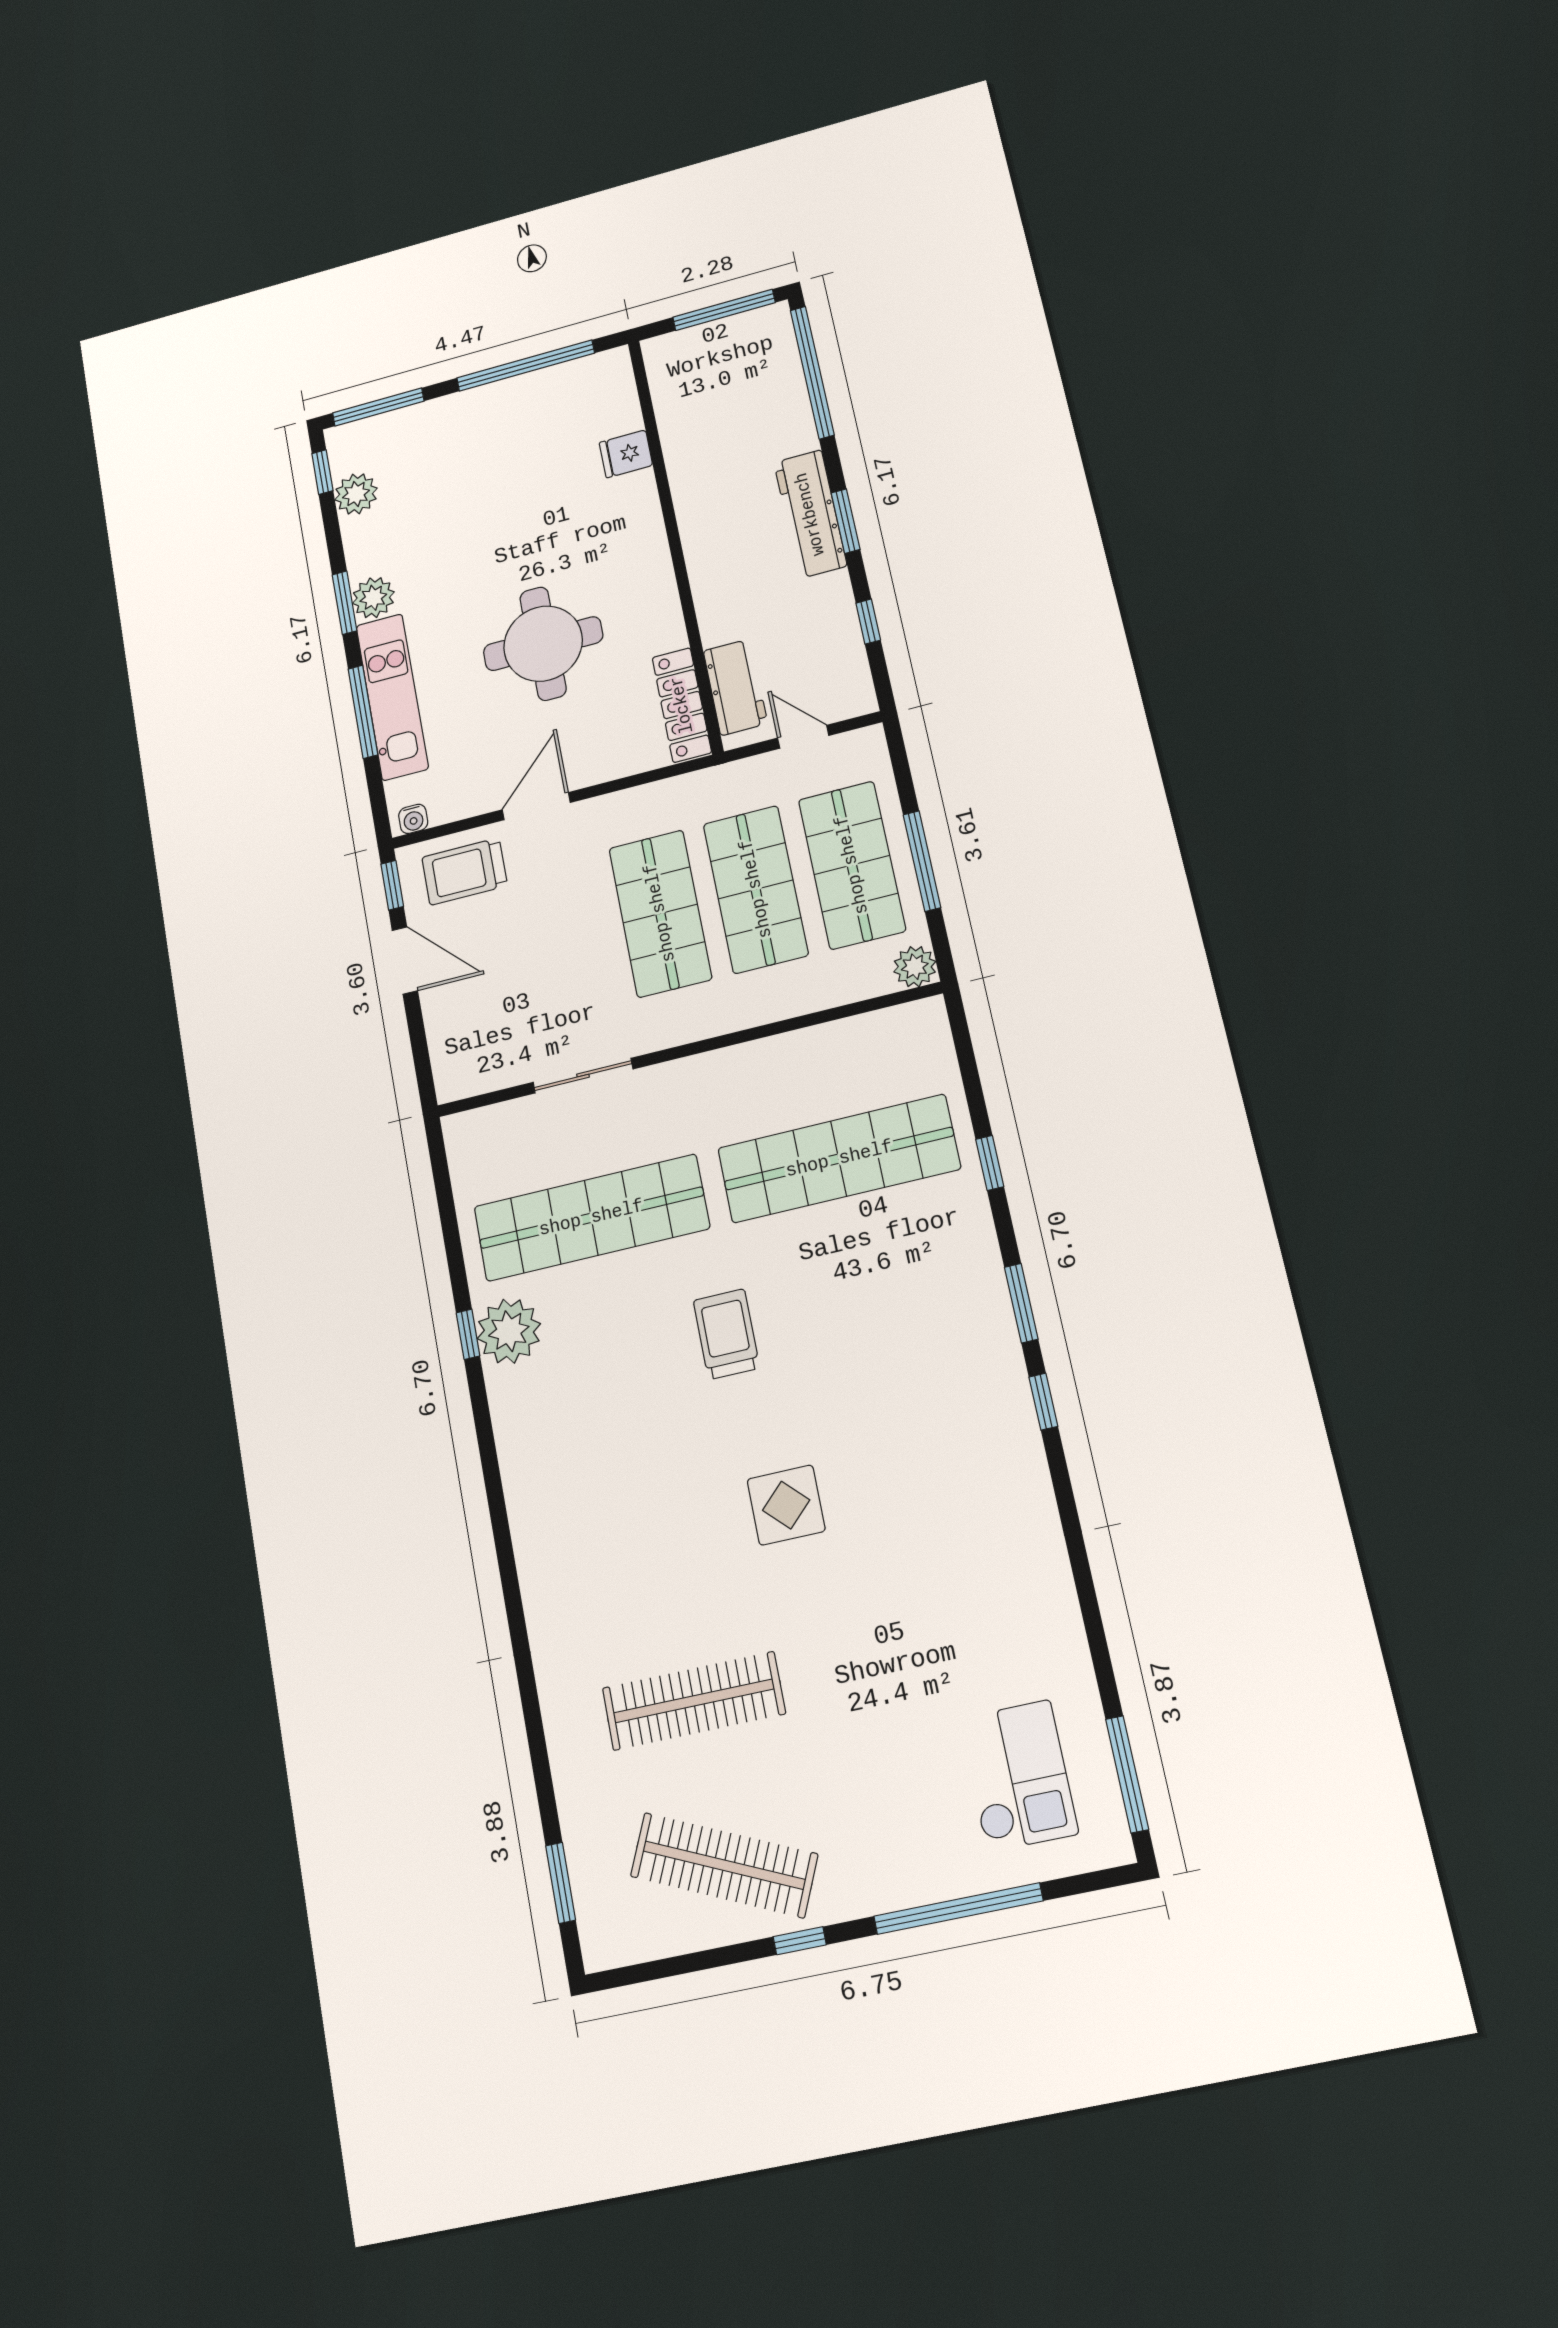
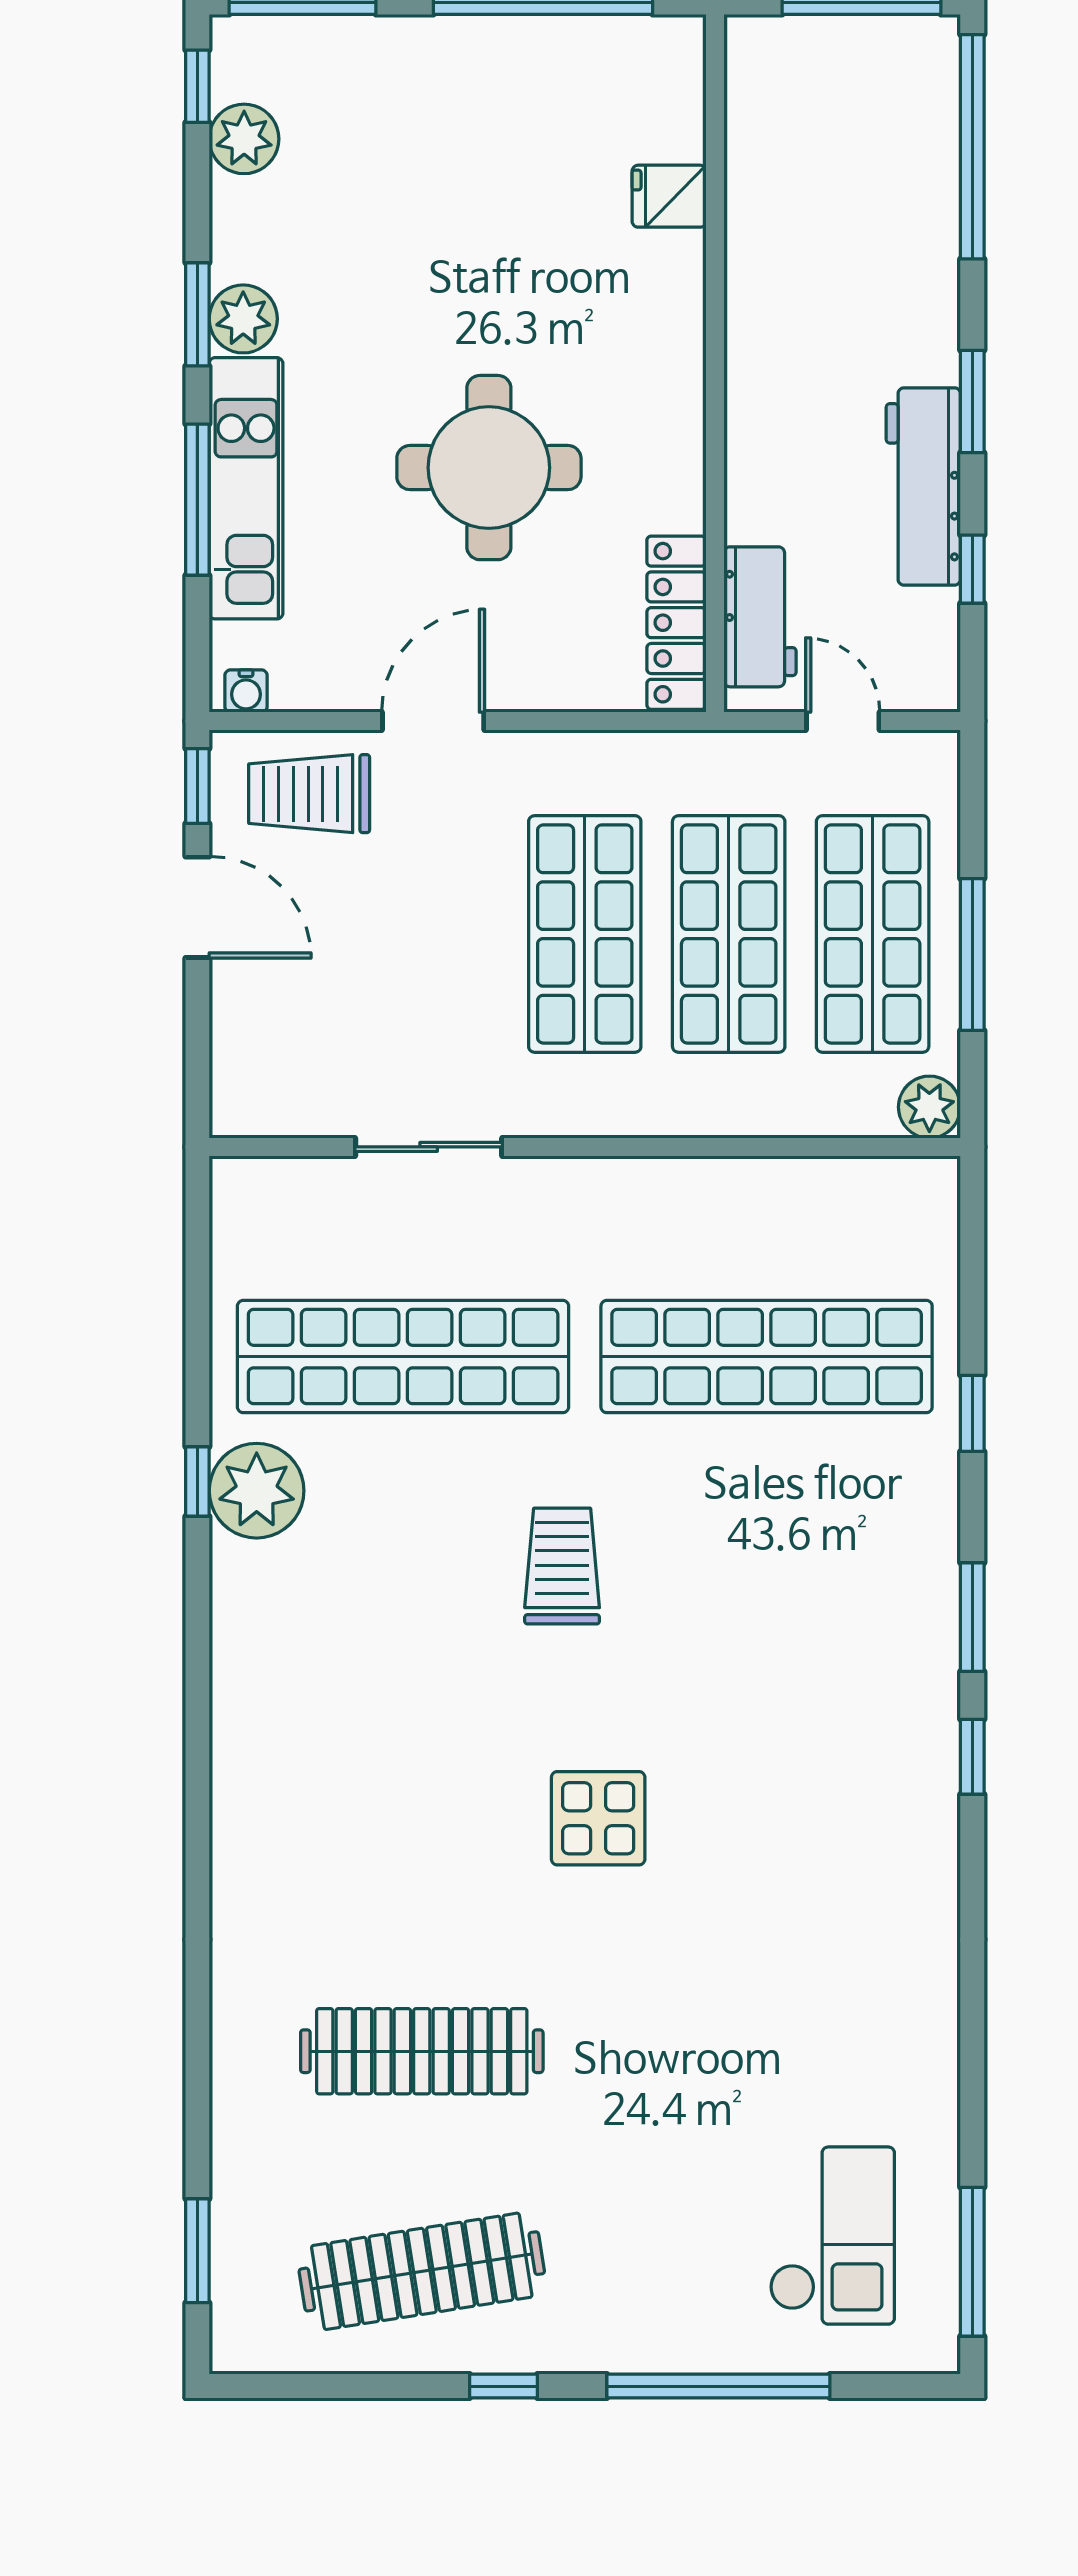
workbench: (810, 514) -> (923, 486), moved
clothes rail: (724, 1865) -> (422, 2271), turned -33

